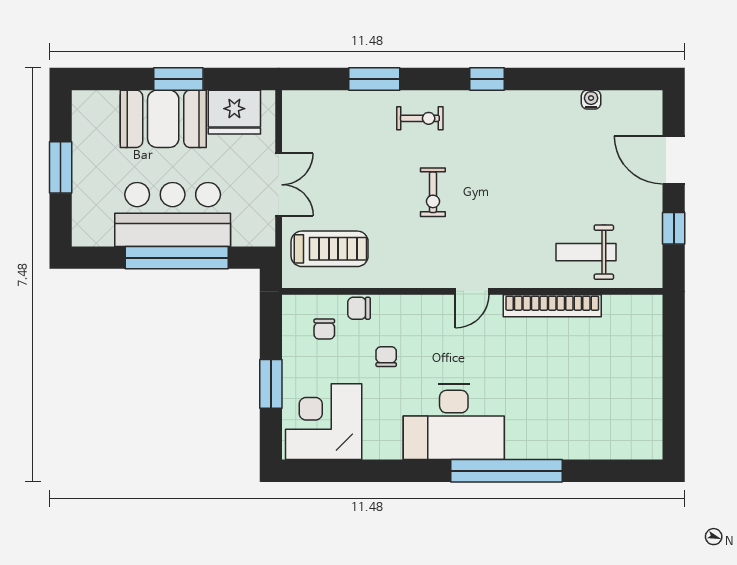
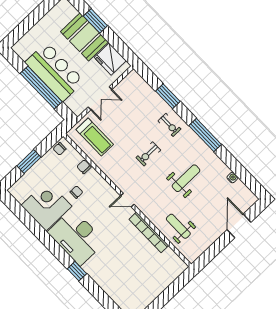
window: (178, 79) -> (95, 21), moved
window: (487, 79) -> (205, 135), width x2.17
window: (61, 167) -> (34, 18), removed
weight bench: (524, 171) -> (186, 178), added
window: (674, 228) -> (216, 248), removed
chair: (324, 329) -> (60, 149), moved
corner desk: (324, 422) -> (46, 206), moved
window: (506, 471) -> (77, 271), width x0.32

